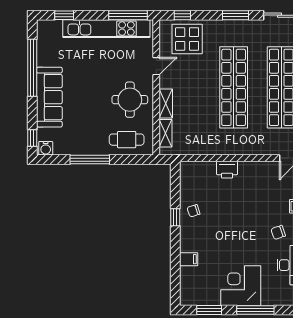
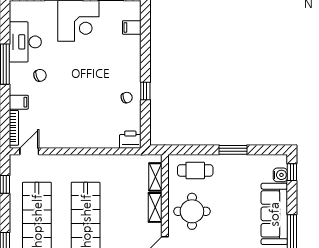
water cooler: (46, 148) -> (280, 175), moved, turned 90
window: (90, 160) -> (233, 150), width x0.69
printer: (227, 170) -> (130, 140), moved
filing cabinet: (189, 259) -> (132, 27), moved

